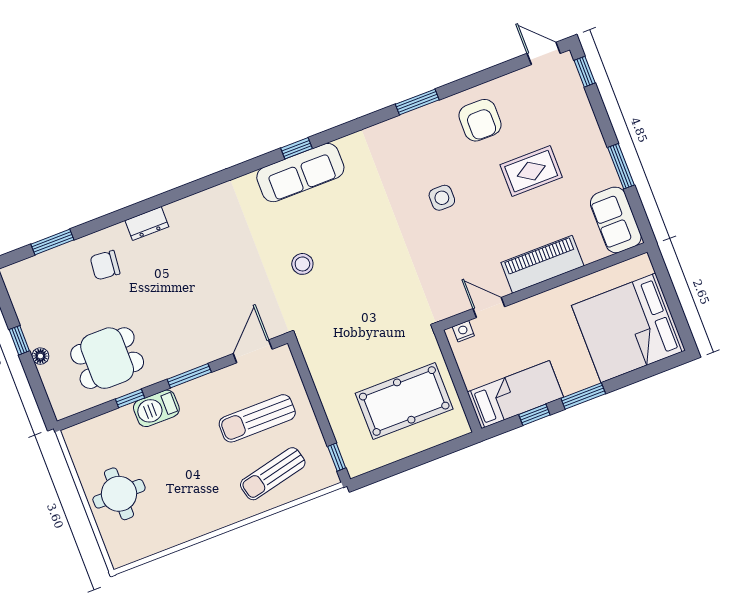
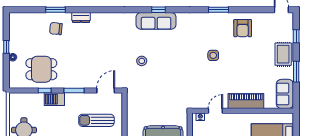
window: (585, 72) -> (296, 36), moved
rug: (531, 171) -> (283, 54), moved, turned 90
window: (52, 242) -> (56, 10), moved
door: (489, 308) -> (215, 111), hinge flipped

